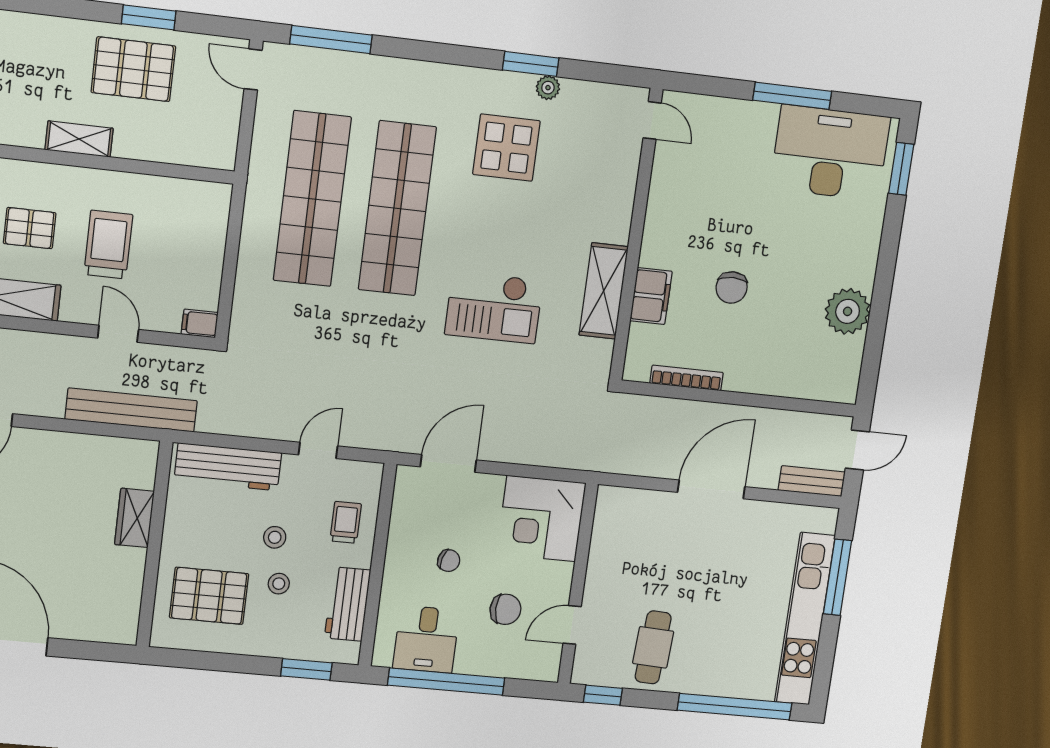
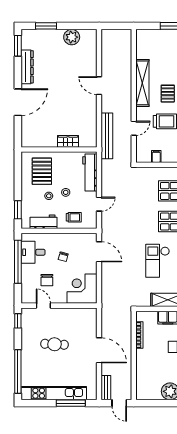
filing cabinet: (200, 323) -> (156, 156), moved
door: (318, 450) -> (99, 204), hinge flipped
cafe table: (653, 647) -> (54, 344), moved

